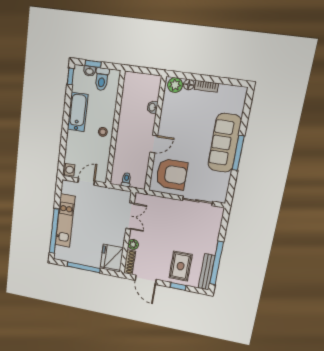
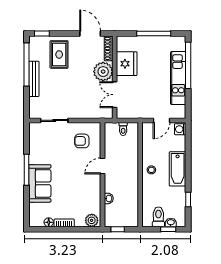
window: (148, 71) -> (118, 229), added
window: (70, 76) -> (188, 200), moved
floor lamp: (189, 85) -> (49, 222), moved
bathtub: (78, 112) -> (178, 169), moved
sofa: (225, 143) -> (40, 183), width x0.73
armchair: (172, 174) -> (82, 141), width x0.53, depth x0.53
plant: (133, 244) -> (103, 72), width x1.87, depth x1.87
fridge: (112, 257) -> (127, 64), moved
bench: (207, 272) -> (34, 79), moved
window: (178, 286) -> (42, 34), moved

